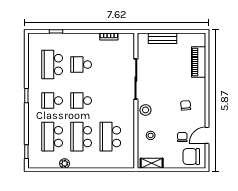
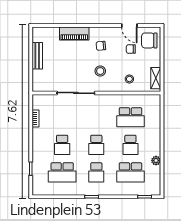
bench: (162, 38) -> (37, 56), moved
piano: (199, 62) -> (74, 34), moved
stool: (146, 110) -> (100, 71), moved
school desk: (81, 137) -> (130, 145), width x0.54
chair: (191, 156) -> (149, 40), turned 90

